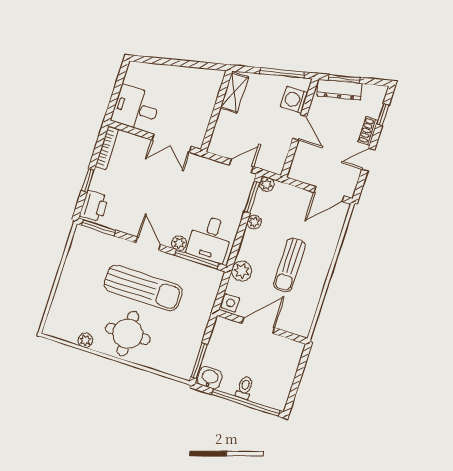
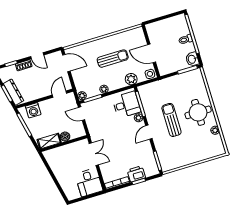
boiler: (225, 120) -> (65, 137), added
door: (300, 128) -> (59, 94), moved
printer: (94, 206) -> (136, 174), moved
sun lounger: (143, 288) -> (171, 120), width x0.73, depth x0.75

